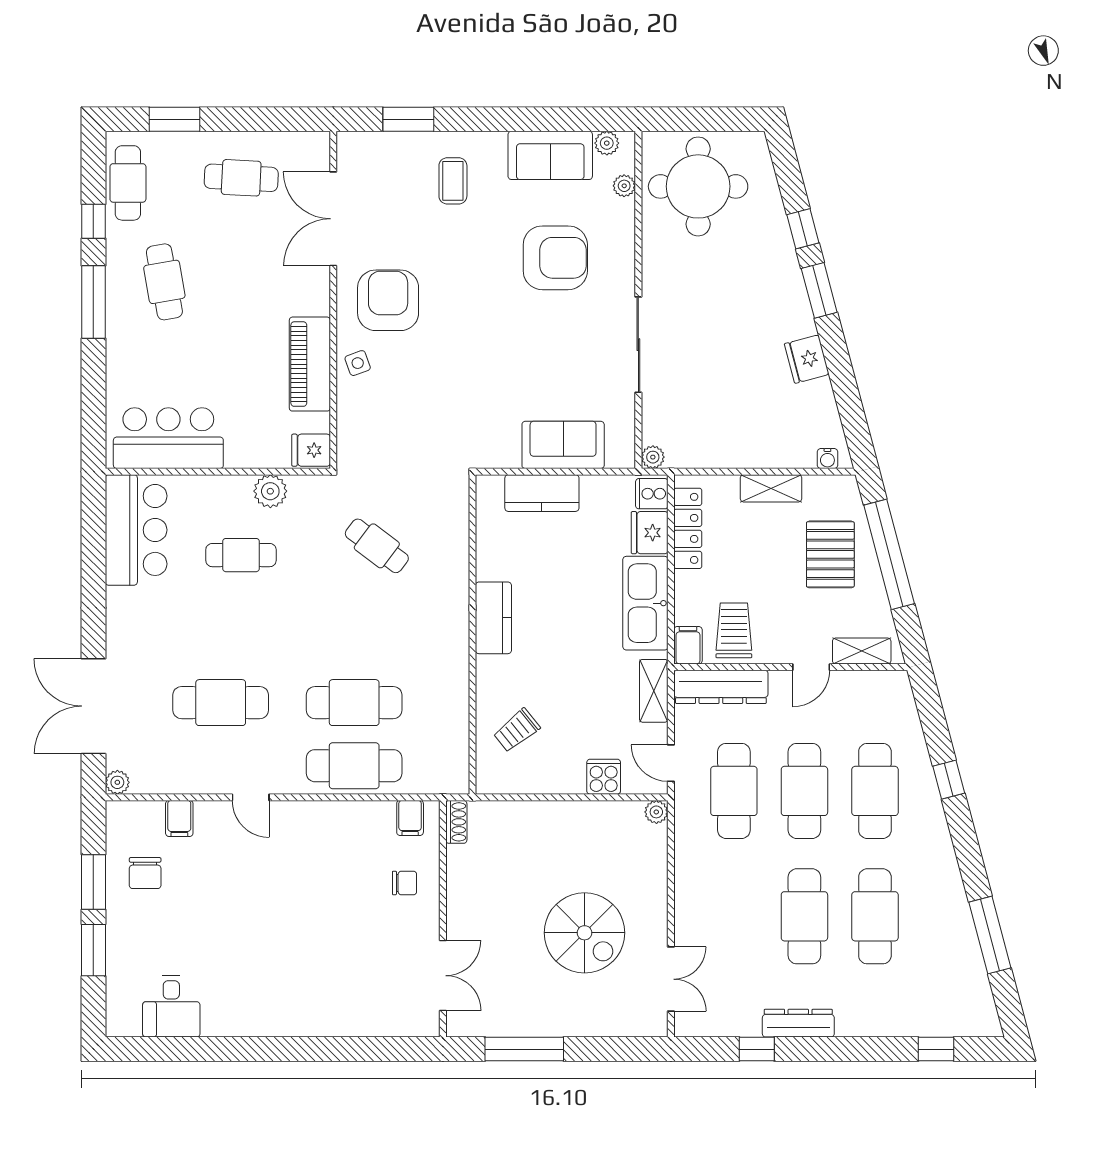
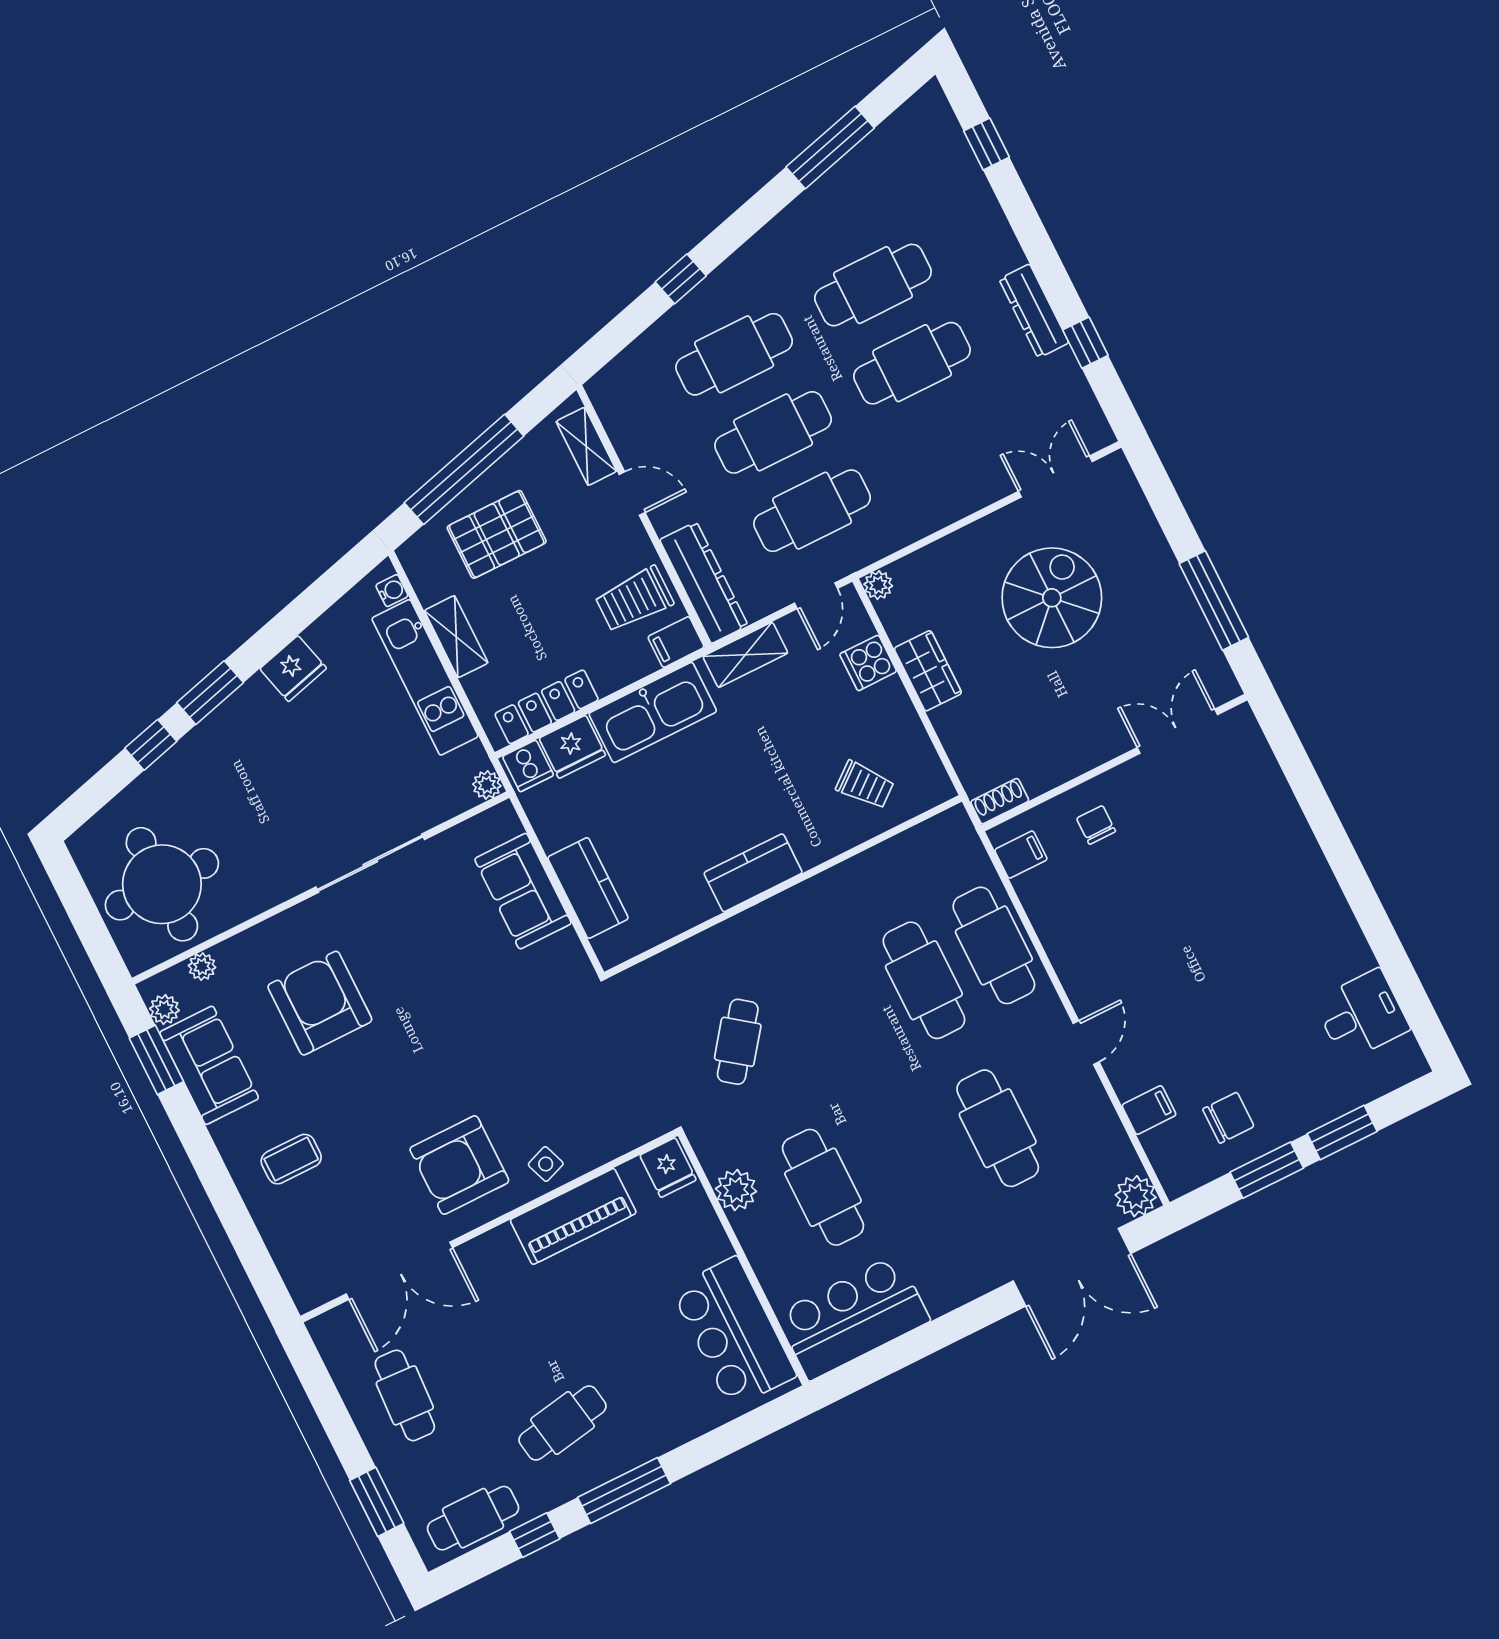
window: (408, 119) -> (156, 1060), moved
kitchen unit: (753, 451) -> (425, 677), added
cafe table: (241, 555) -> (823, 1187), width x1.37, depth x1.35
plant: (117, 782) -> (1136, 1196), width x1.38, depth x1.38
wardrobe: (576, 817) -> (928, 671), added

